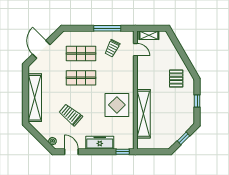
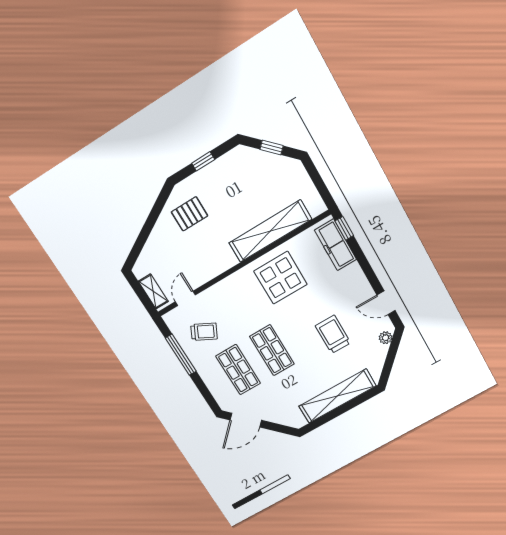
door: (41, 49) -> (246, 420), moved
trolley: (71, 115) -> (333, 334), turned 140
freezer: (100, 143) -> (336, 245), moved
door: (71, 152) -> (386, 303), hinge flipped

